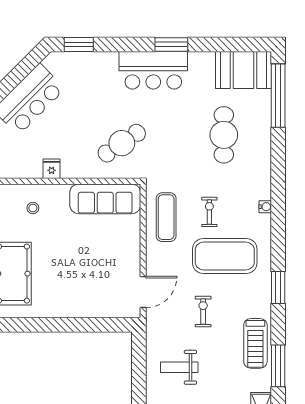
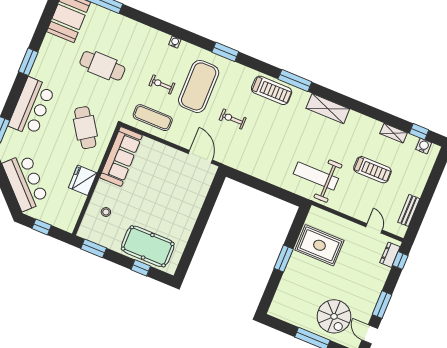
bar counter: (153, 70) -> (32, 107), moved
cafe table: (224, 135) -> (102, 66), moved
fridge: (52, 169) -> (83, 180), width x1.88, depth x1.34
window: (278, 288) -> (225, 52), moved
weight bench: (179, 367) -> (266, 153), removed

